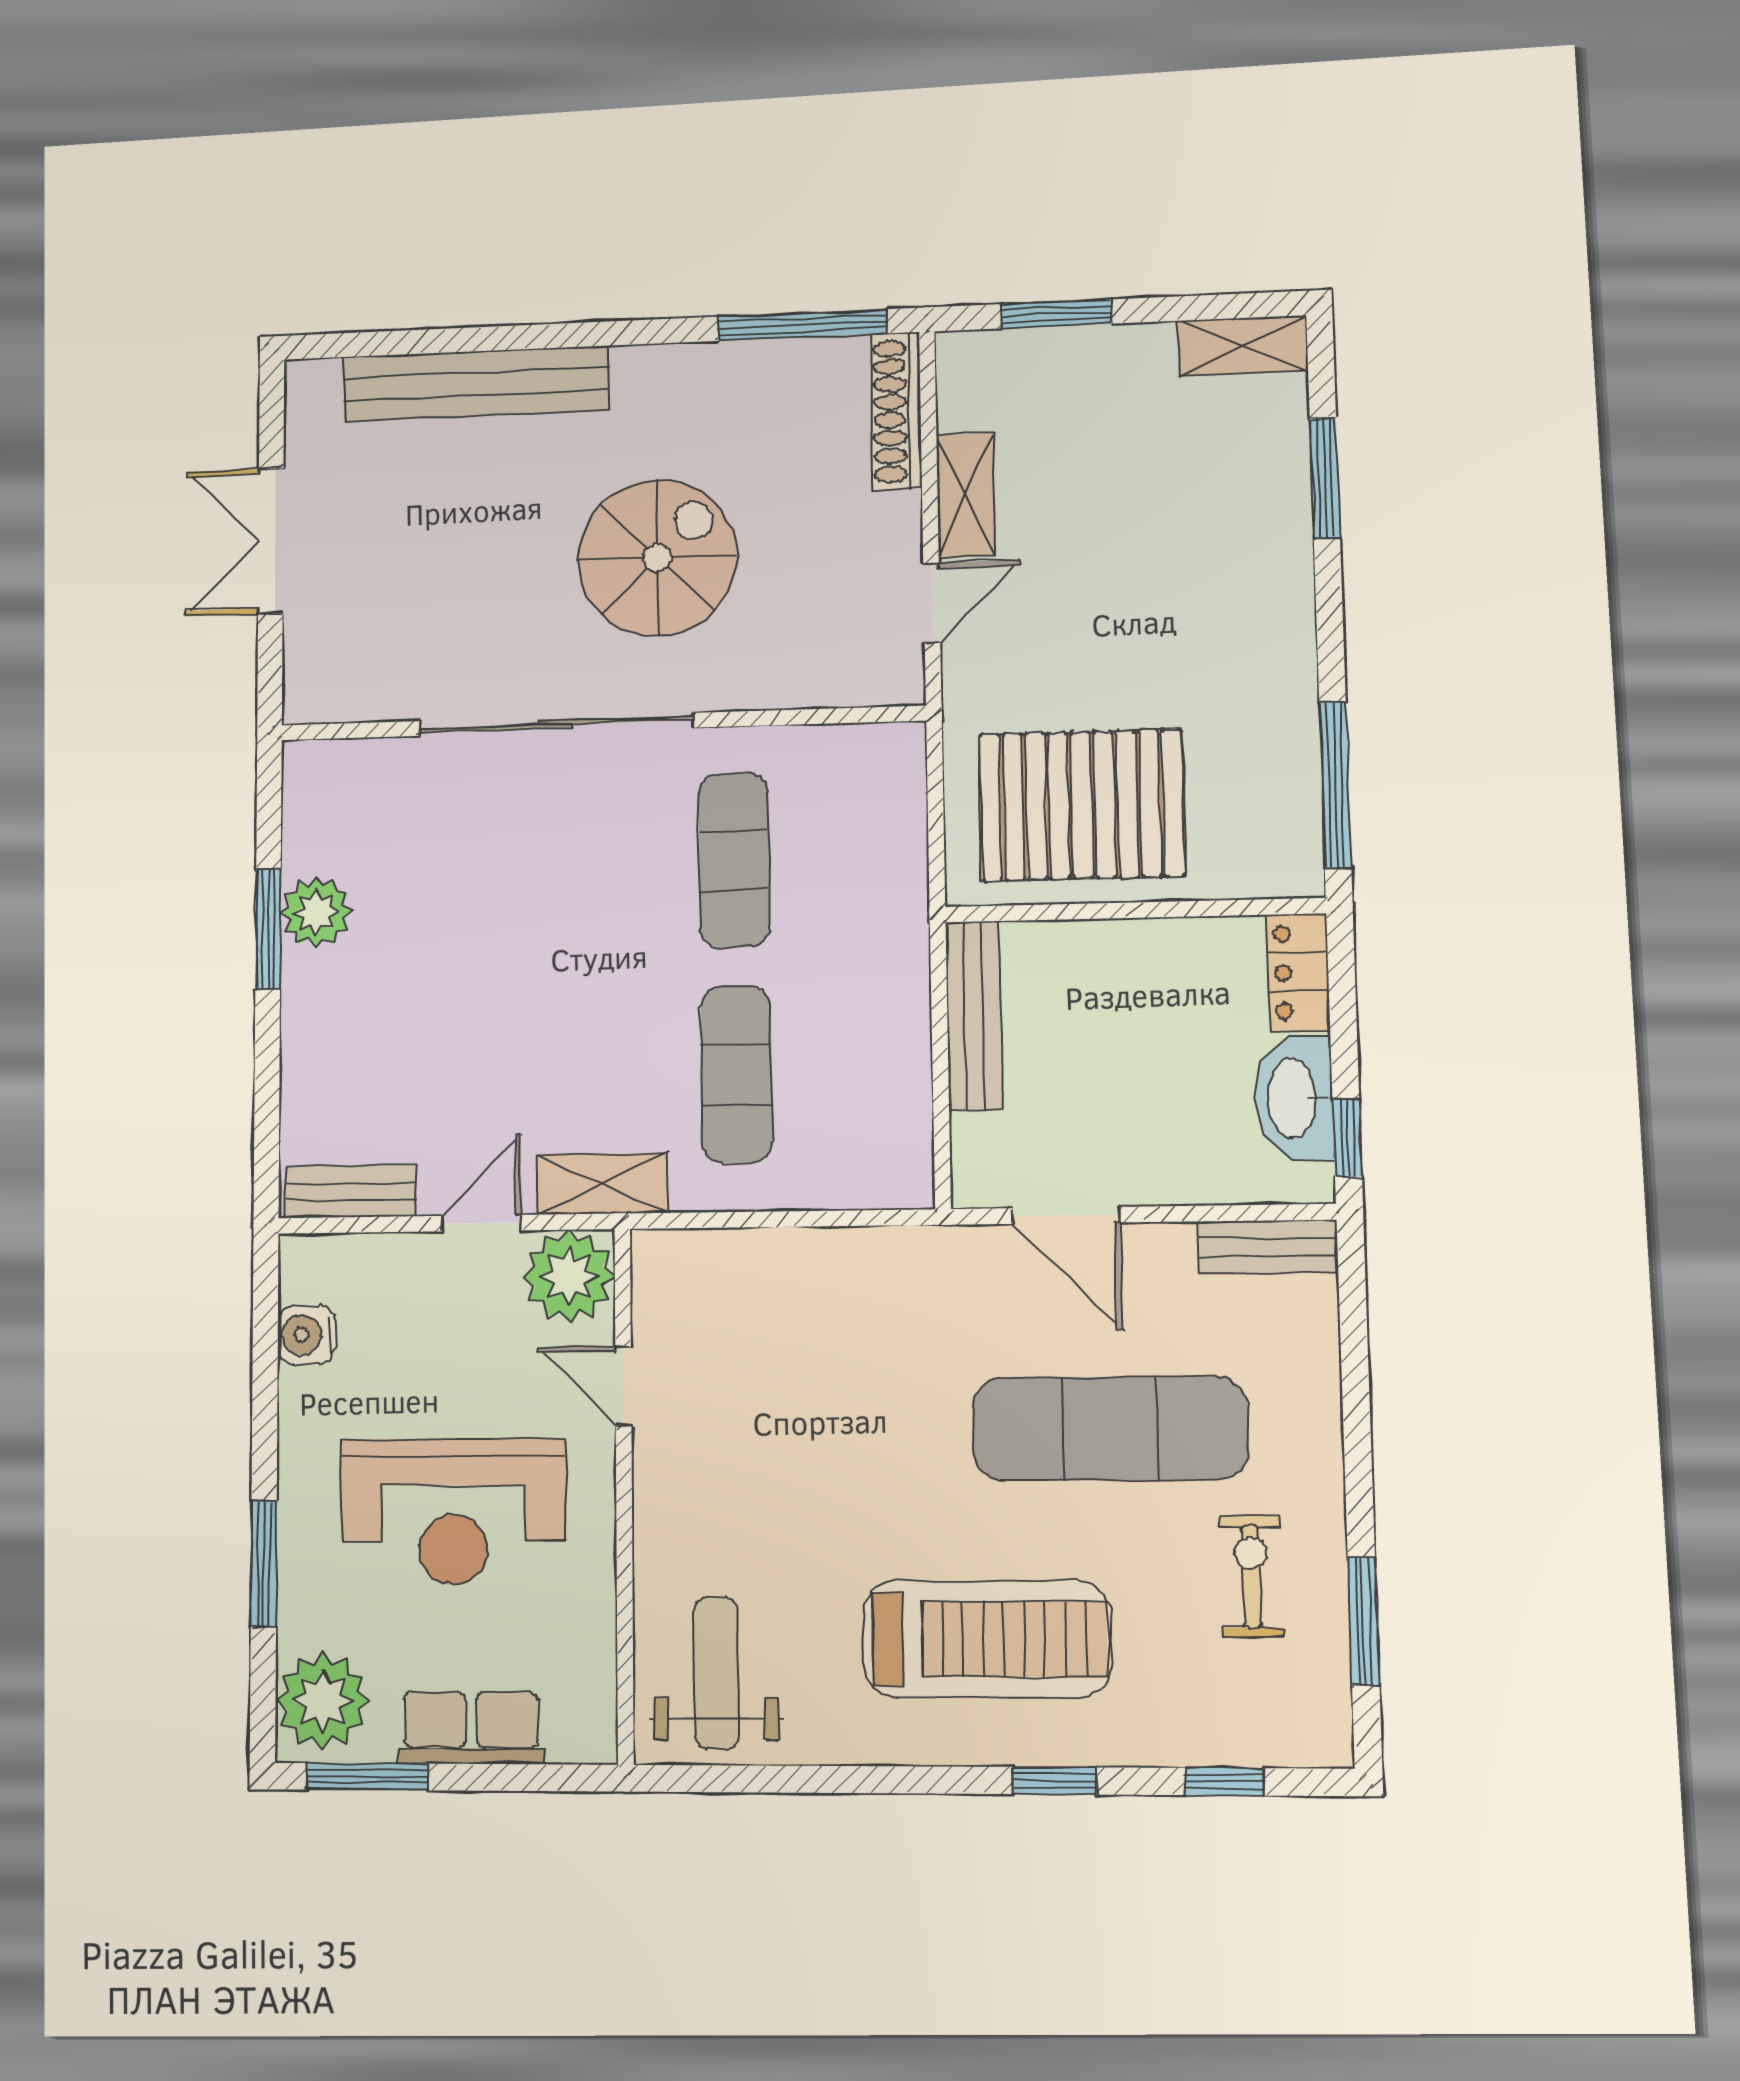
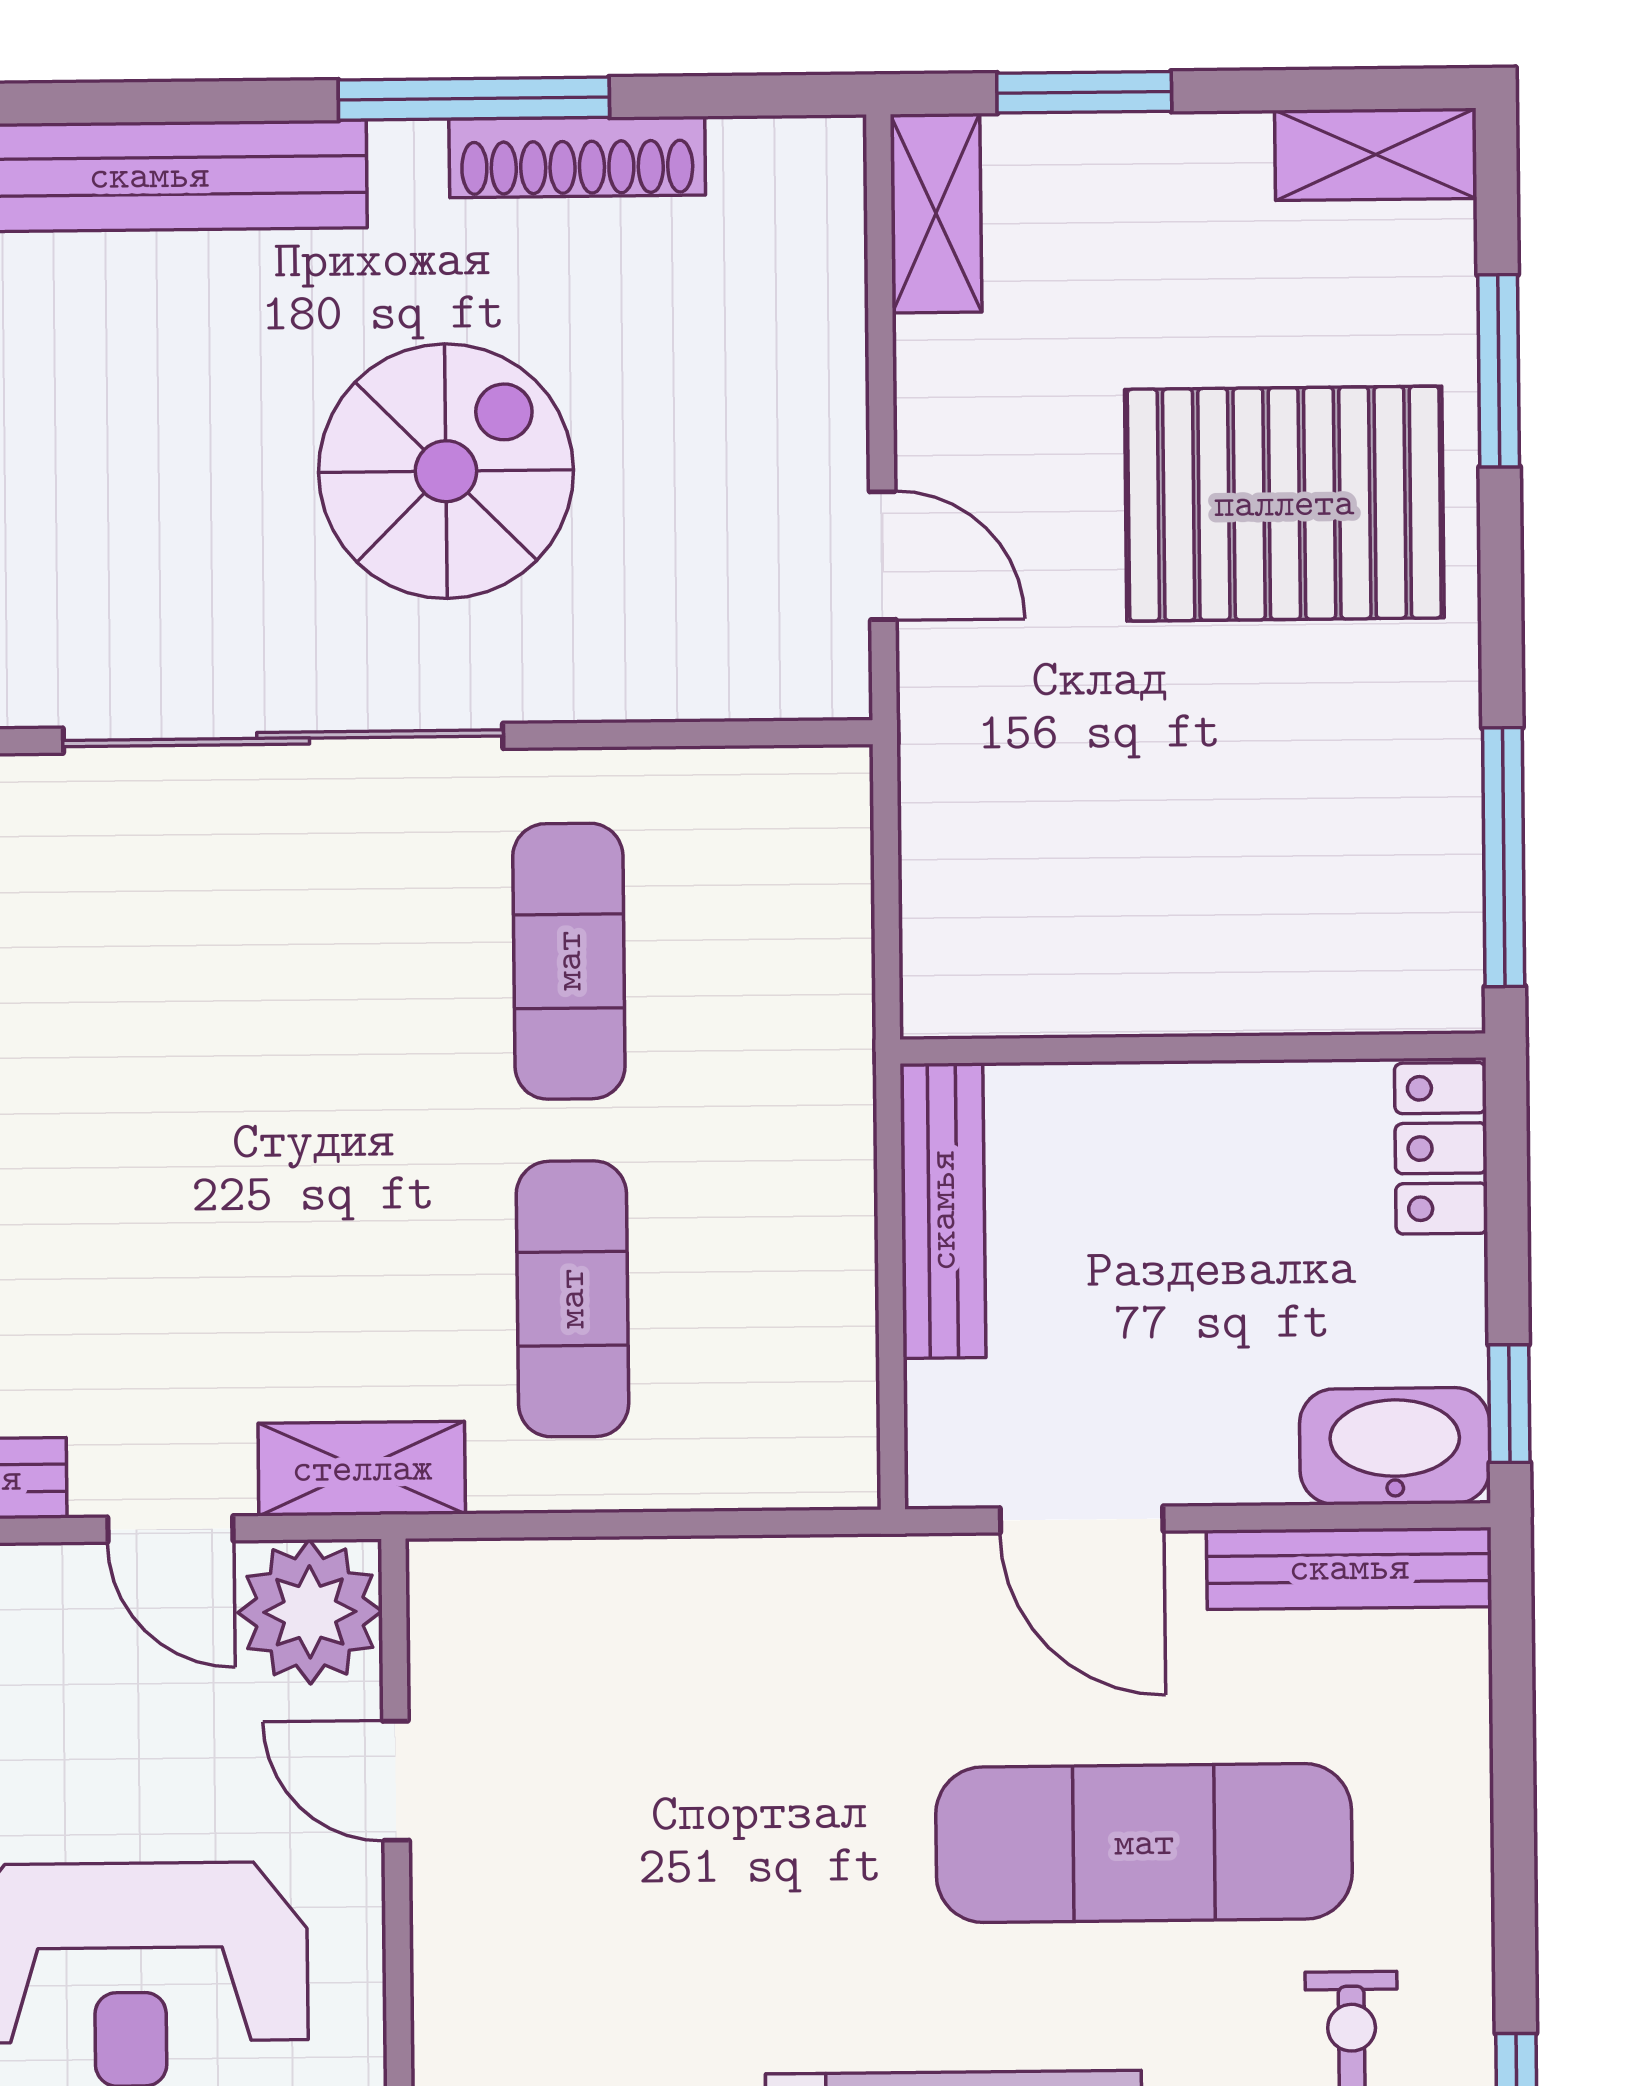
window: (802, 325) -> (474, 99), moved
shoe rack: (896, 411) -> (577, 157), moved, turned -90
shelving: (966, 495) -> (936, 213), moved
door: (932, 603) -> (883, 556), hinge flipped
pallet: (1082, 805) -> (1284, 504), moved
washbasin: (1294, 1098) -> (1395, 1446), moved, turned 90
door: (481, 1223) -> (170, 1529), swing flipped
bench: (1268, 1247) -> (1349, 1568), width x1.36

